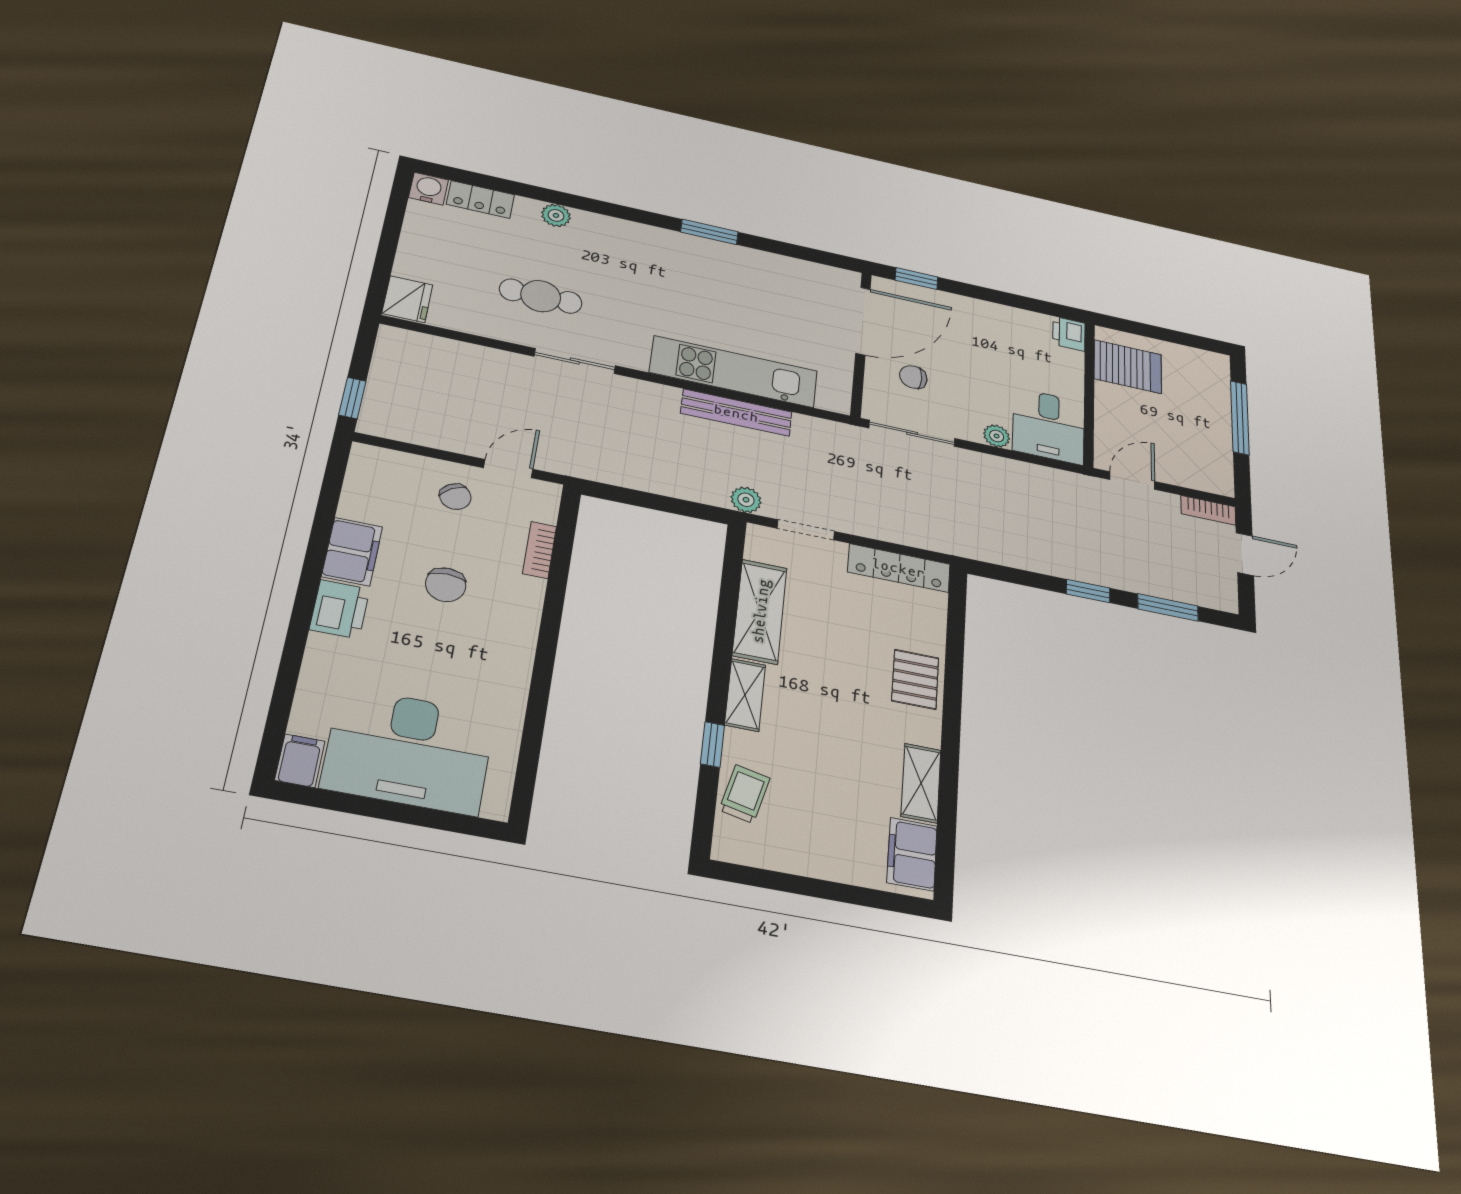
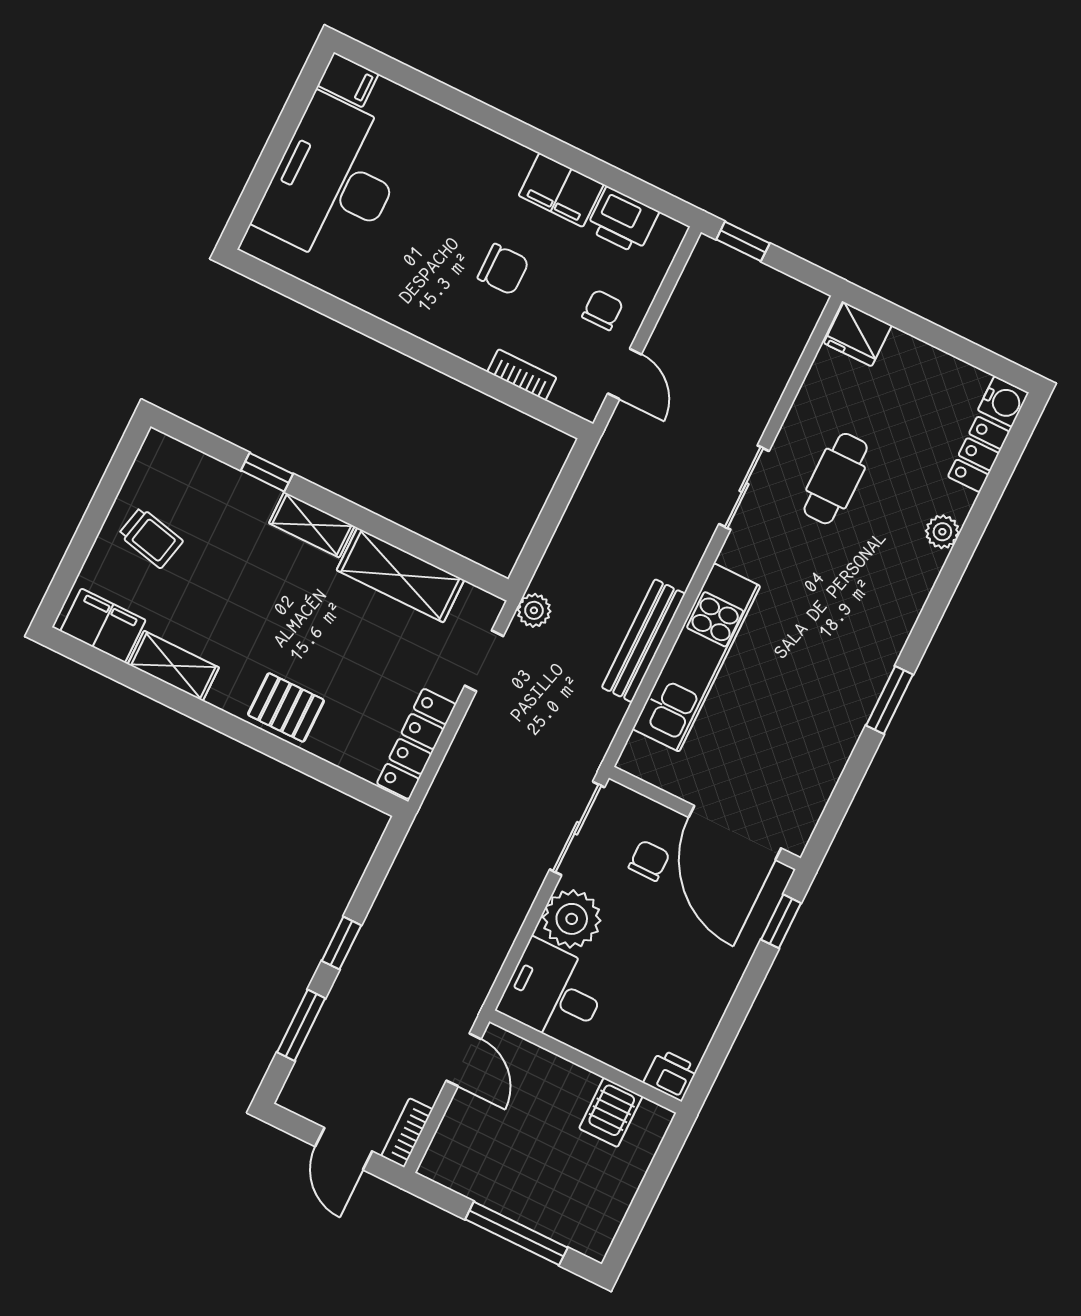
server rack: (1128, 367) -> (611, 1112), width x0.73, depth x0.70
plant: (997, 436) -> (572, 919), width x1.87, depth x1.87
chair: (455, 497) -> (603, 310), turned 124
chair: (446, 585) -> (503, 269), turned 180
printer: (340, 609) -> (623, 220), moved
trolley: (745, 794) -> (151, 538), moved

